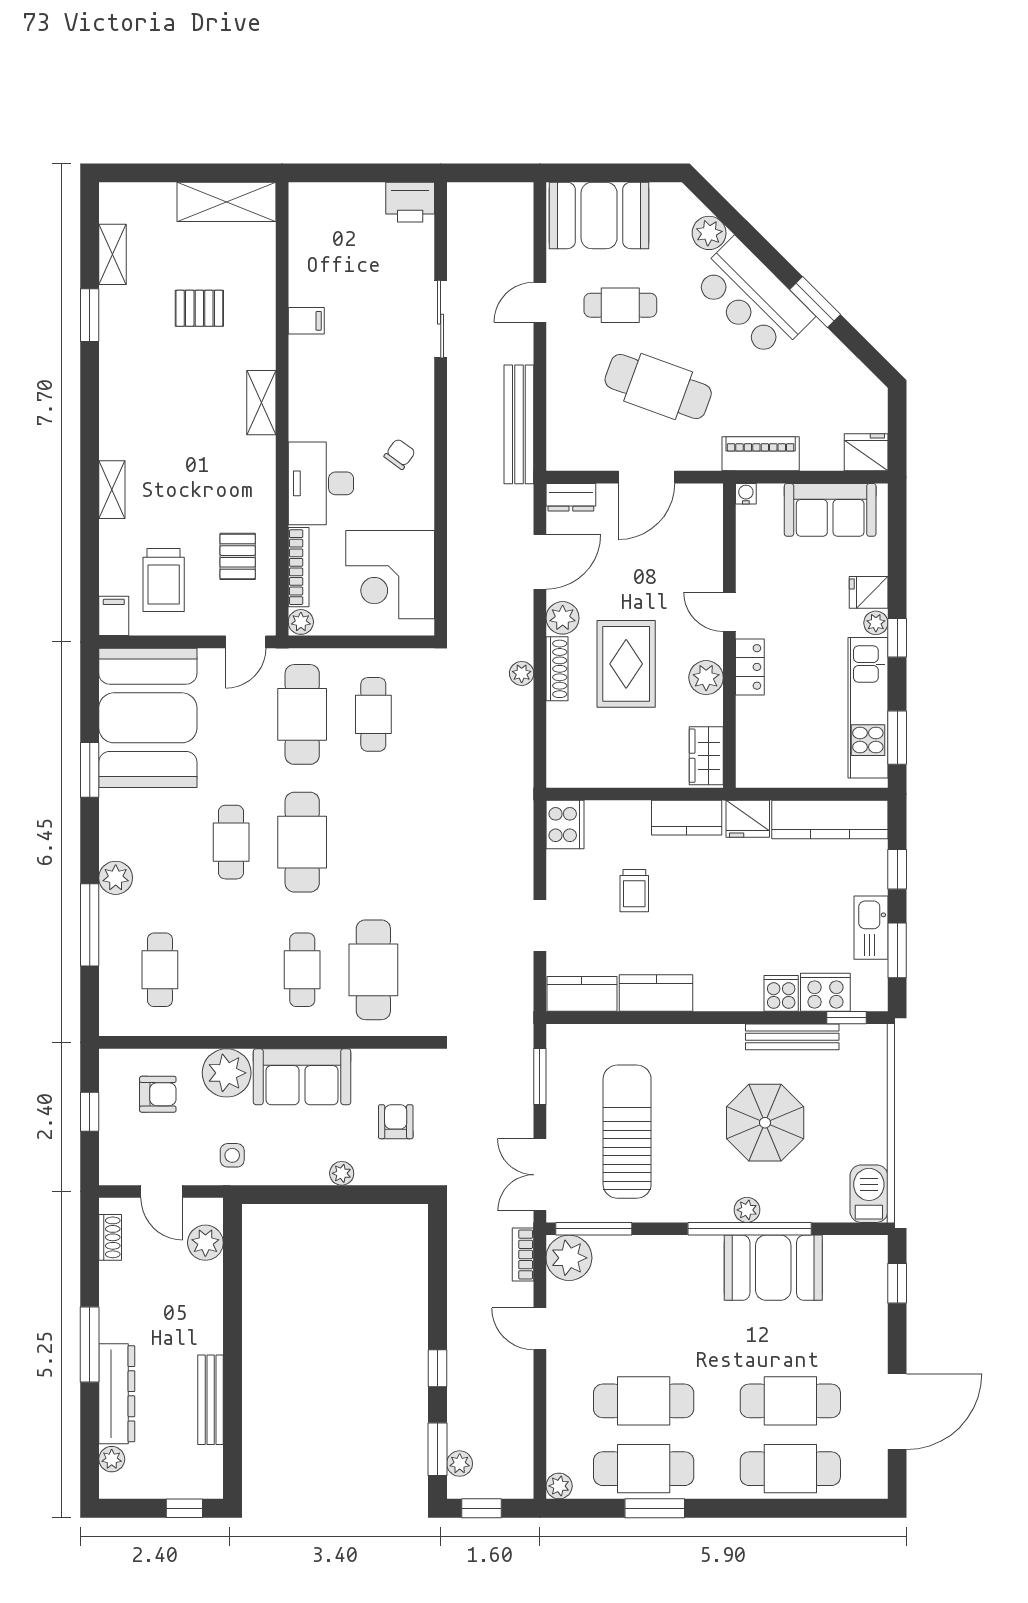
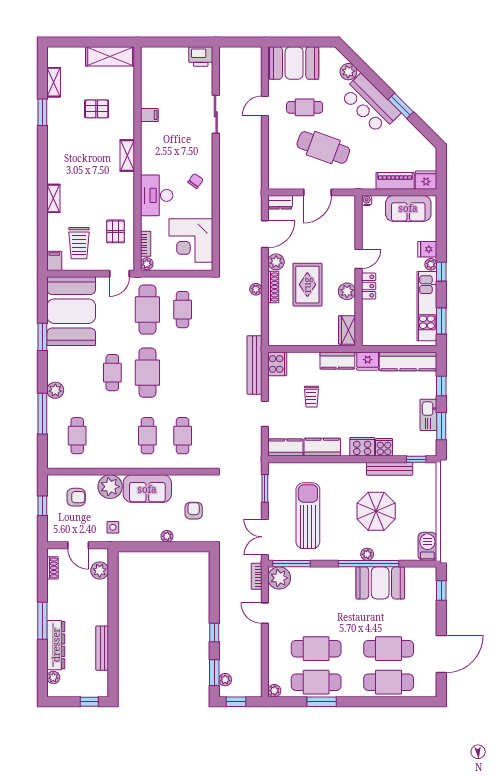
bench: (519, 424) -> (255, 365), moved
piano: (761, 454) -> (395, 181), moved
bookcase: (299, 567) -> (146, 244), width x0.64
door: (729, 612) -> (358, 259), swing flipped
cafe table: (373, 970) -> (183, 436), width x0.73, depth x0.74
cooker: (825, 992) -> (362, 447), moved

